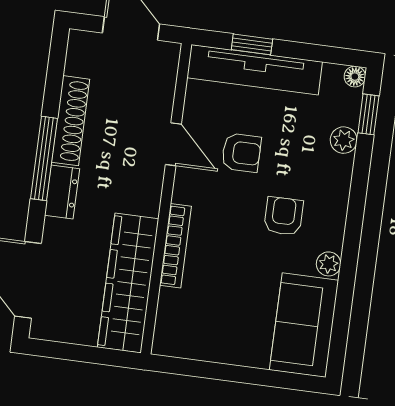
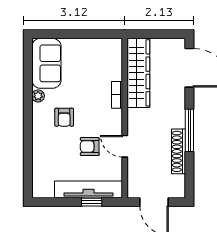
floor lamp: (355, 77) -> (37, 193), removed
window: (368, 114) -> (28, 174), removed
plant: (344, 140) -> (39, 160), removed
dresser: (62, 192) -> (178, 115), removed
bookcase: (175, 246) -> (117, 95), width x0.64

